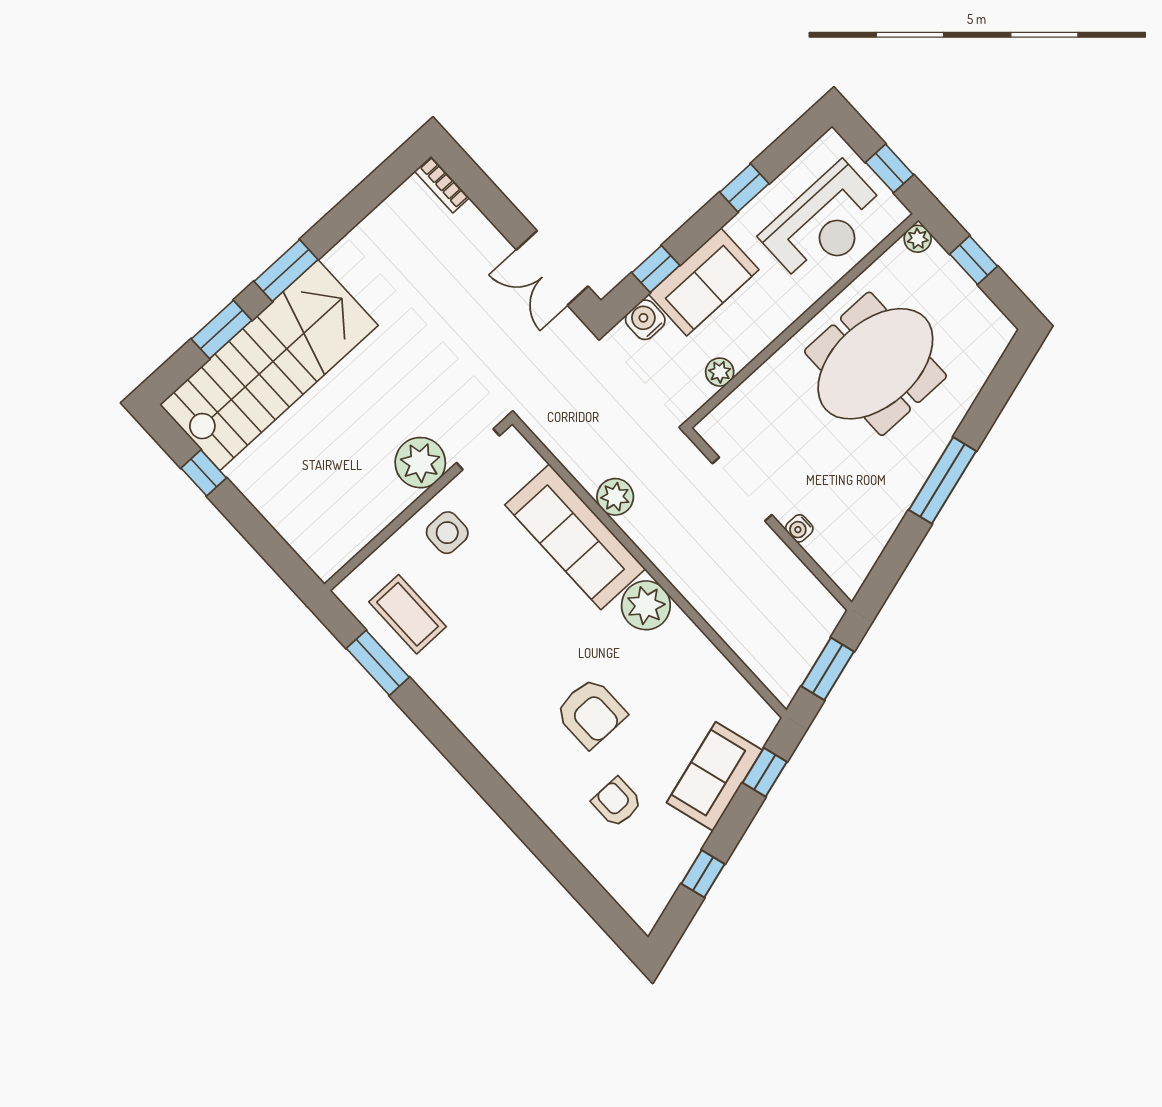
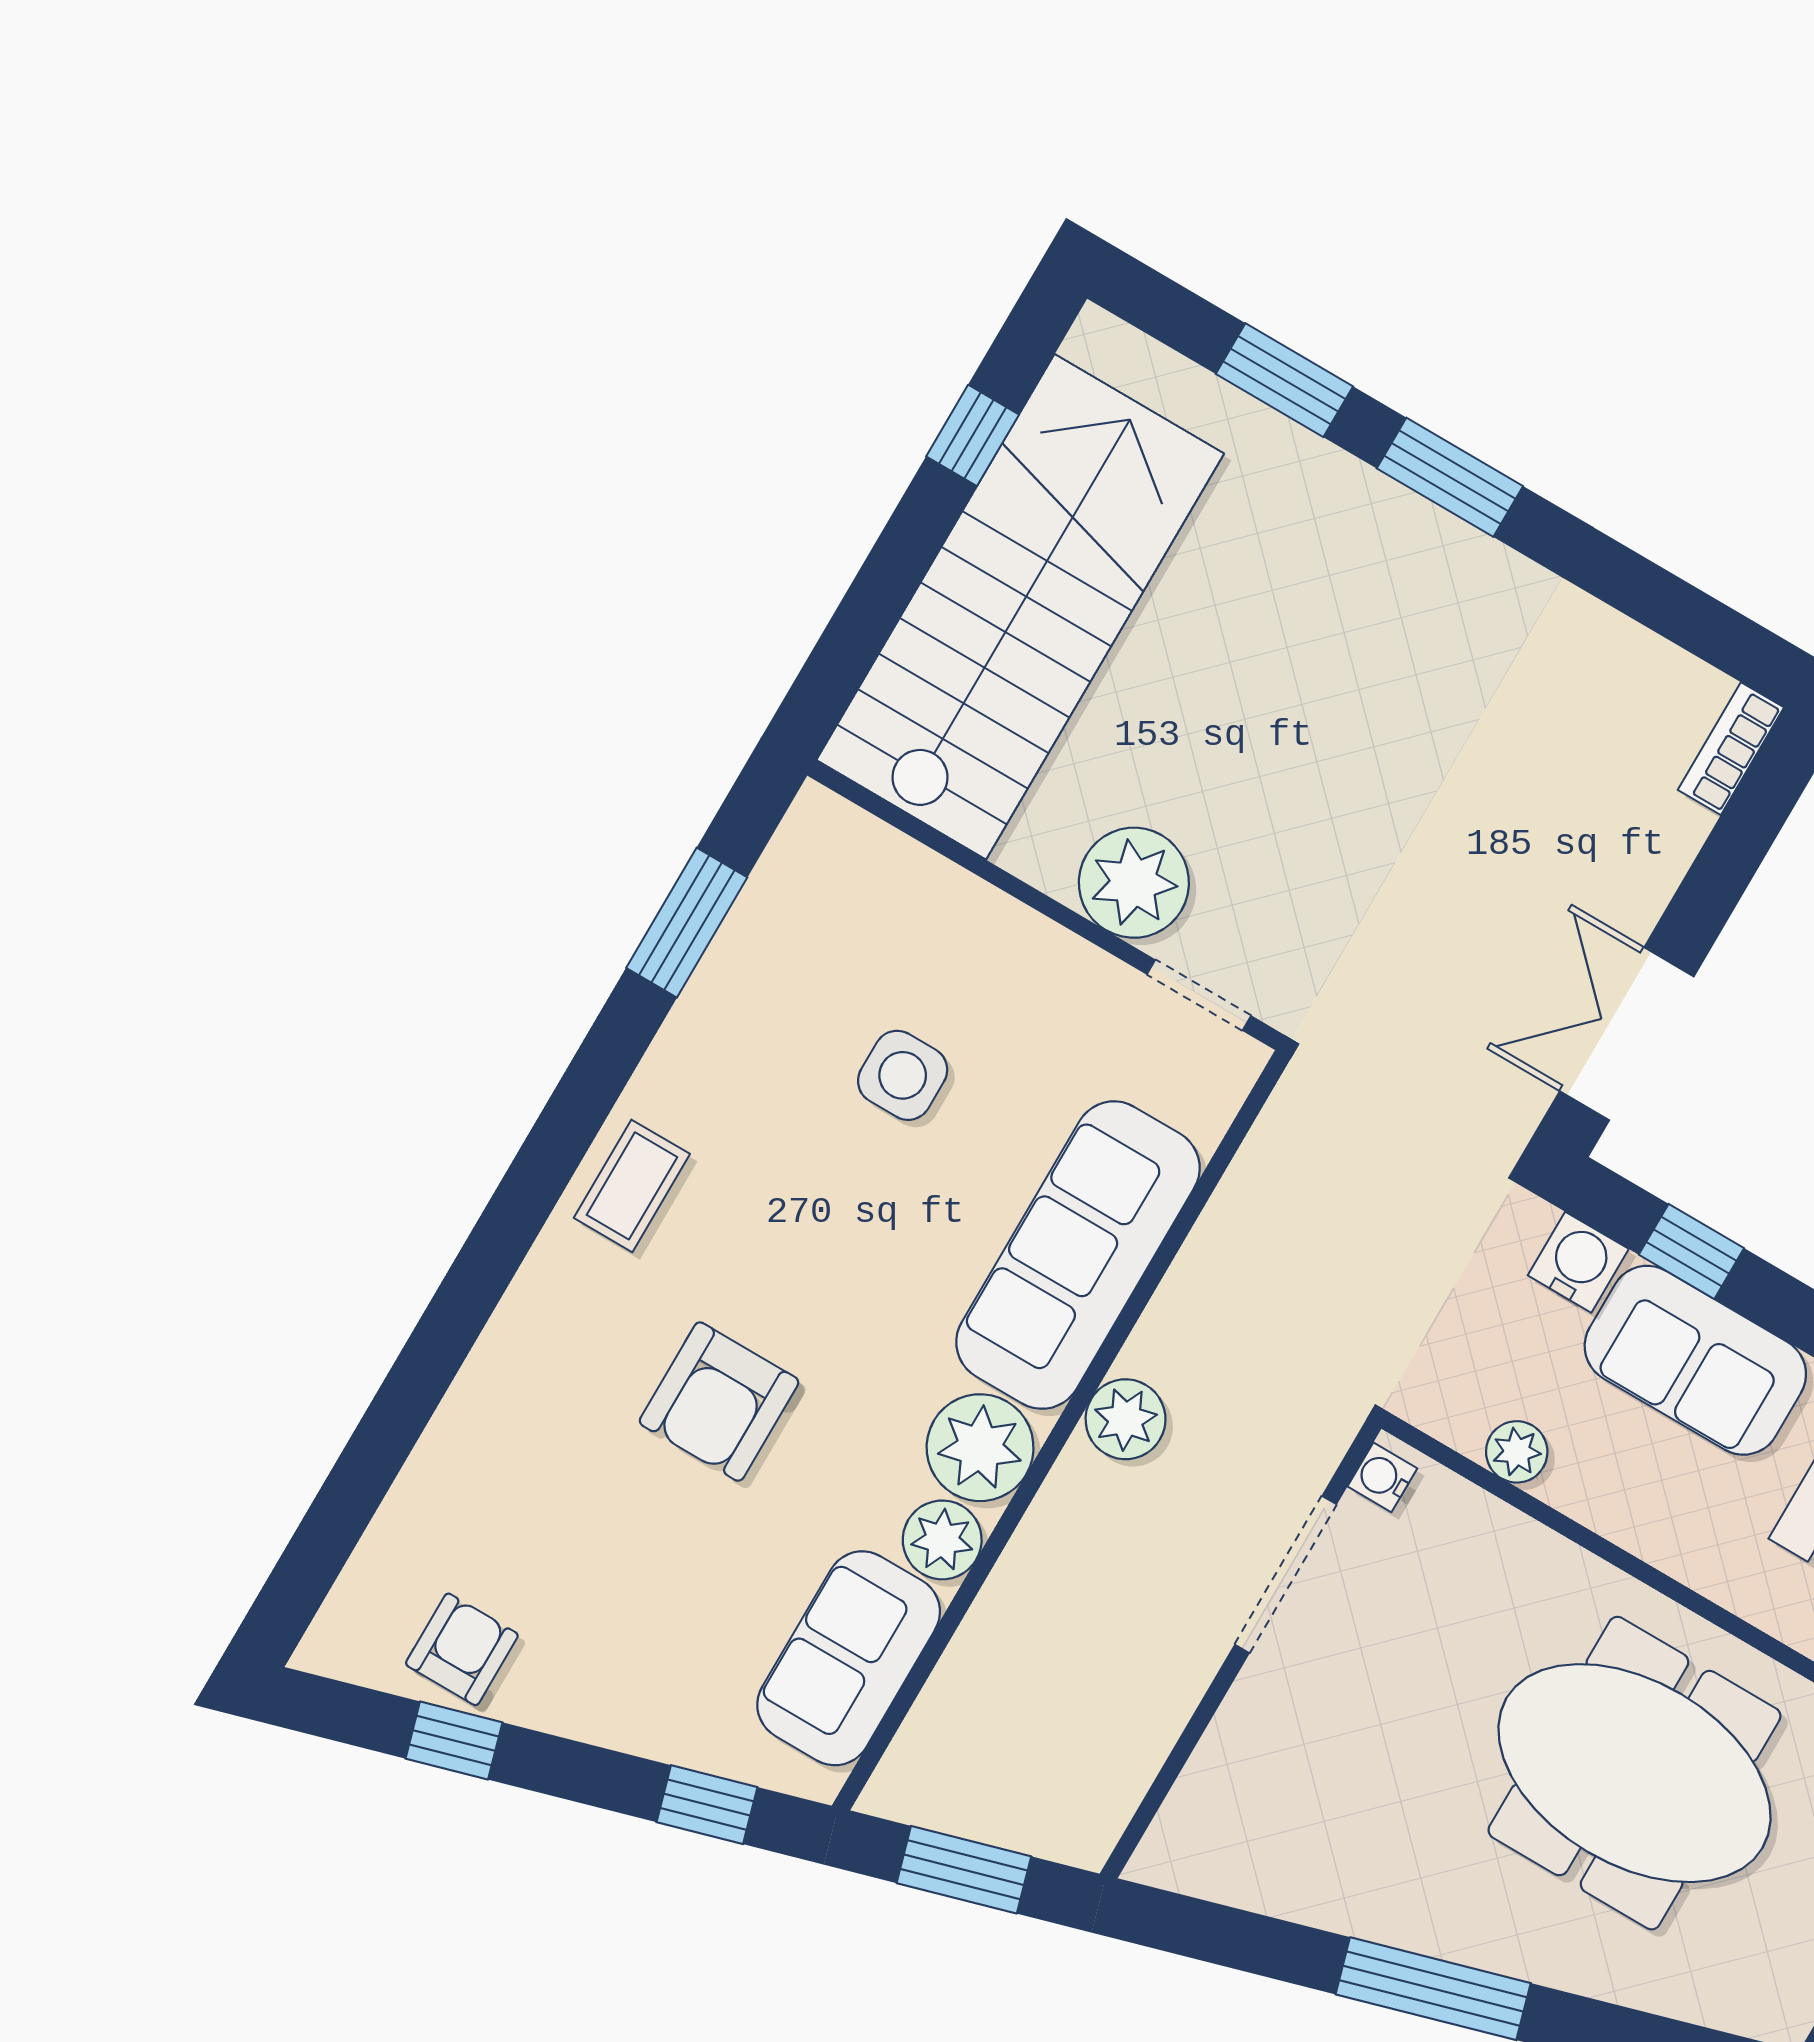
stairs: (269, 365) -> (1020, 607), moved, turned -90
plant: (615, 497) -> (1126, 1419), moved
water cooler: (799, 528) -> (1382, 1477), moved
side table: (447, 533) -> (903, 1075), moved
coffee table: (408, 614) -> (632, 1186), moved, width x0.73, depth x0.77
plant: (681, 634) -> (942, 1540), added
sofa: (714, 776) -> (849, 1658), moved, turned -74
armchair: (617, 802) -> (462, 1649), moved

